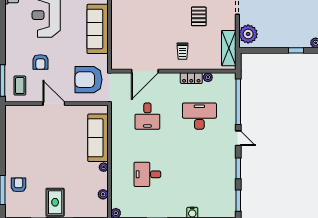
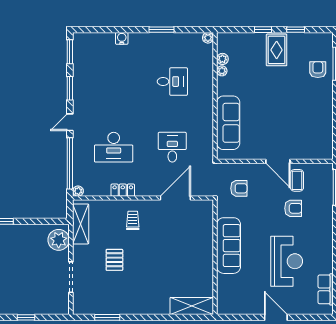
armchair: (40, 62) -> (293, 208), turned 90
plant: (208, 77) -> (78, 191), moved
armchair: (89, 80) -> (239, 188), width x0.53, depth x0.53
coffee table: (20, 86) -> (297, 180), moved
door: (238, 138) -> (70, 122), hinge flipped
plant: (104, 167) -> (222, 71), moved
armchair: (19, 185) -> (318, 70), turned 180

